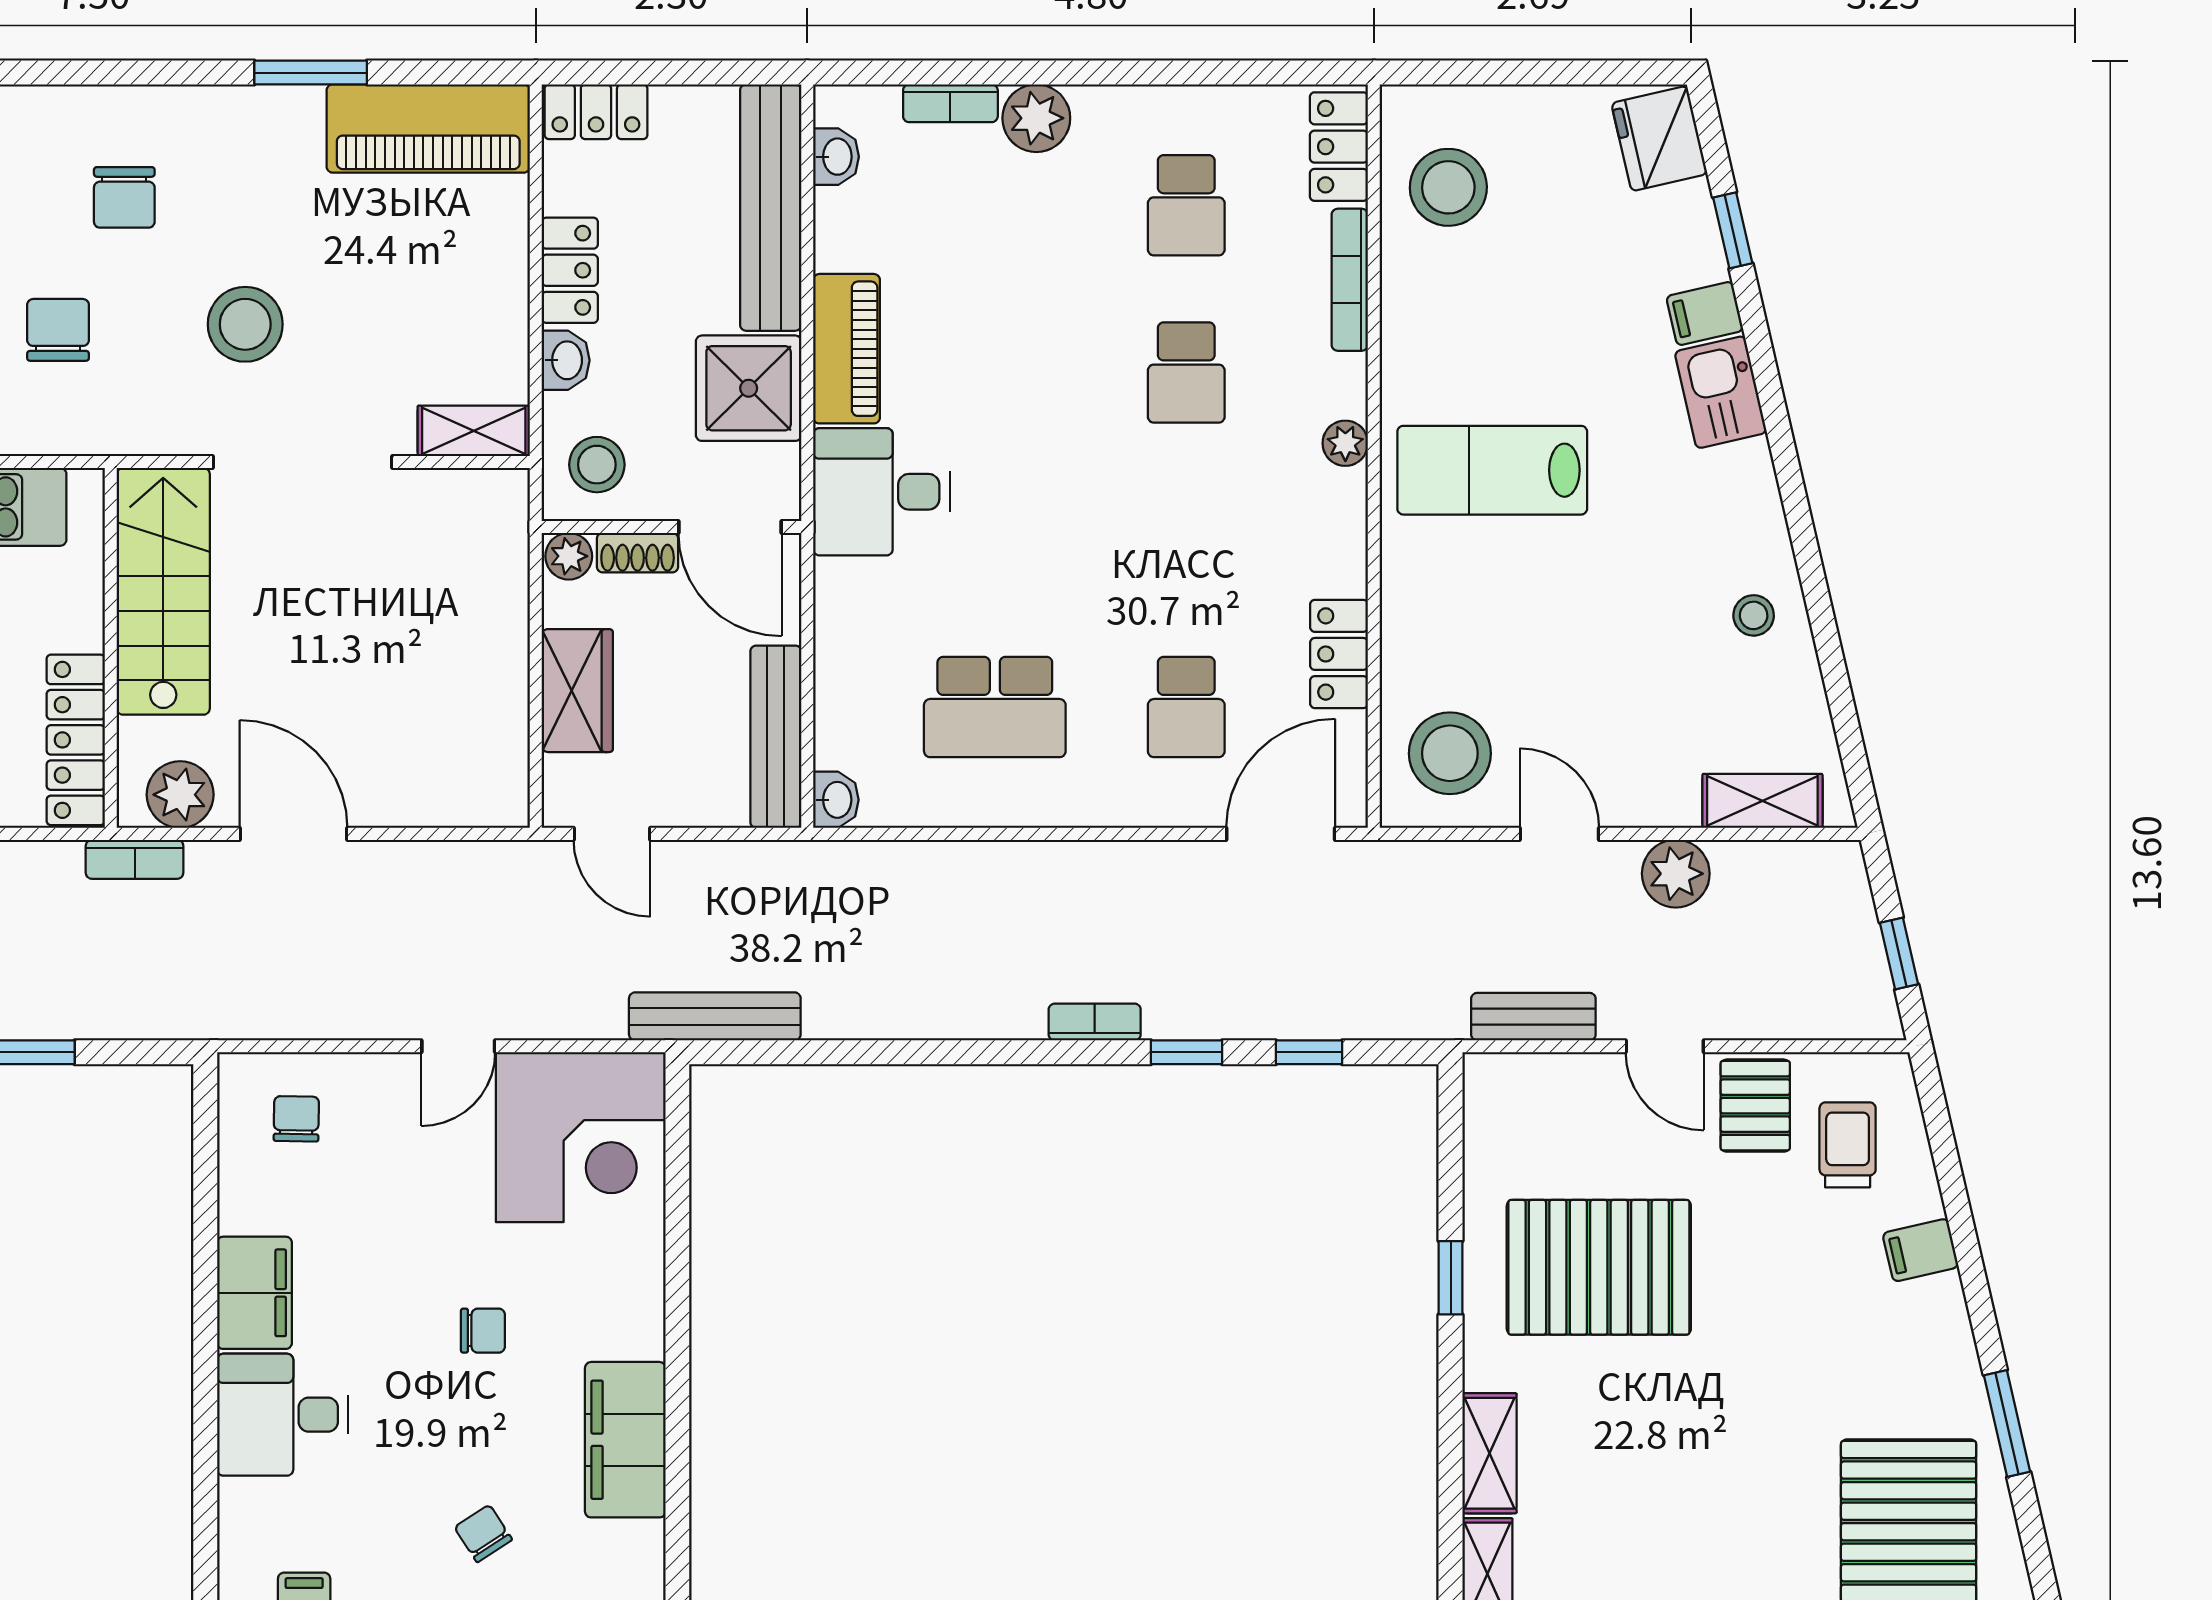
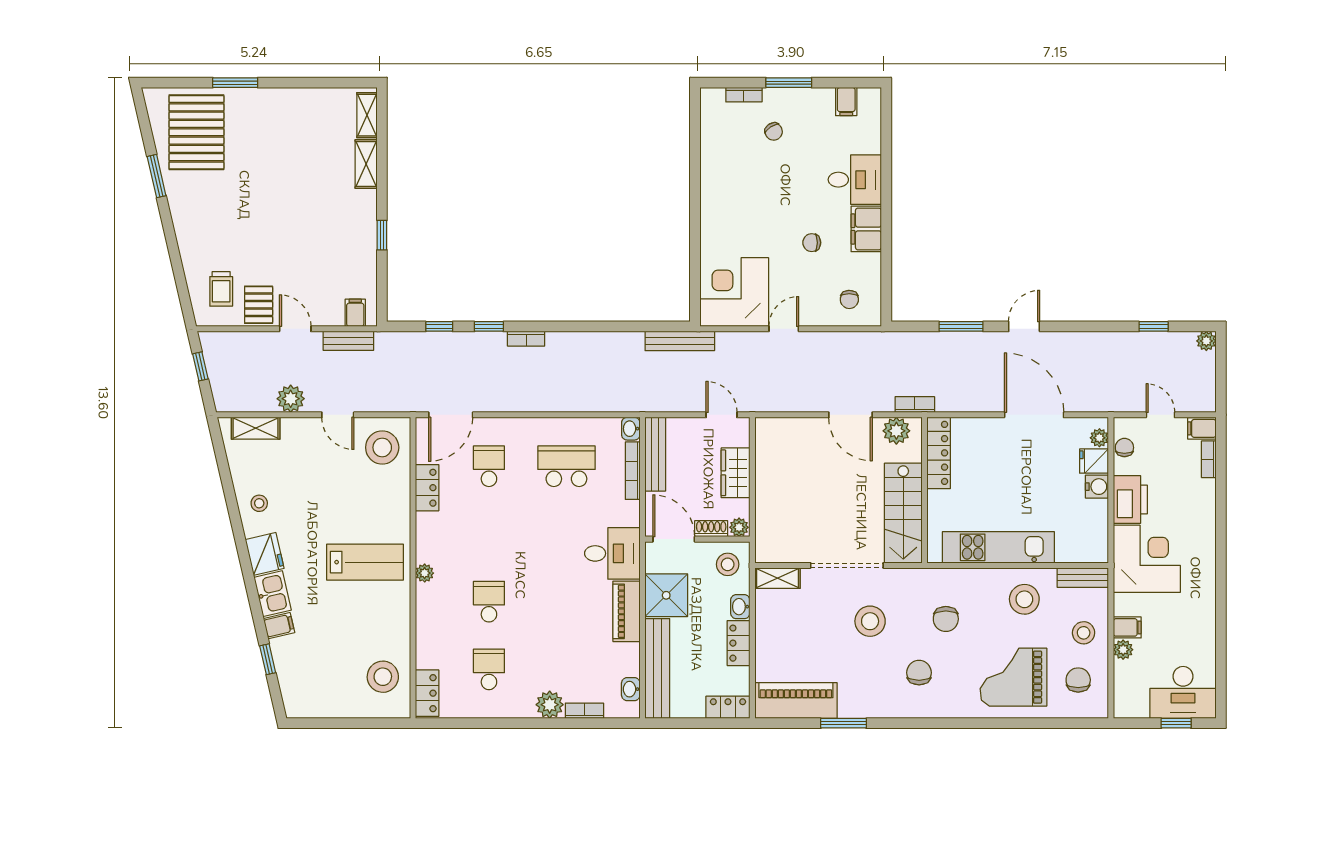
fridge: (1659, 139) -> (265, 554), moved
bookcase: (1350, 280) -> (633, 471), moved, turned 180
filing cabinet: (1920, 1250) -> (355, 313), moved, turned -77
pallet: (1599, 1267) -> (322, 239), removed
chair: (483, 1331) -> (812, 243), moved
filing cabinet: (625, 1440) -> (716, 169), removed

